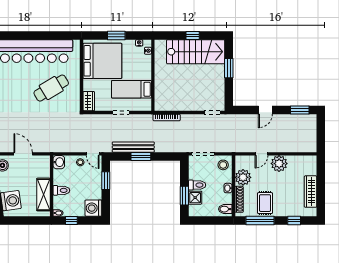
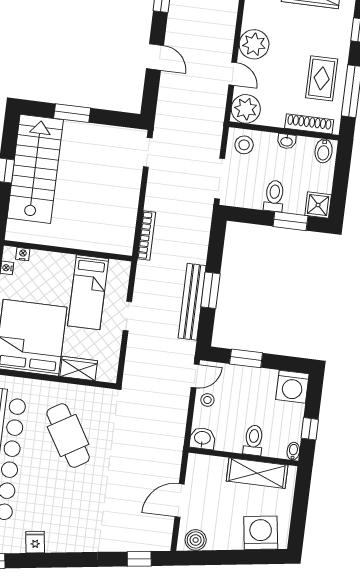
wardrobe: (89, 101) -> (79, 369), moved
plant: (243, 177) -> (246, 109), moved
shower: (195, 198) -> (318, 205), moved
rug: (265, 203) -> (322, 78), turned 90

